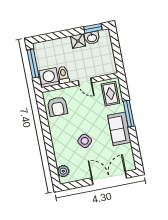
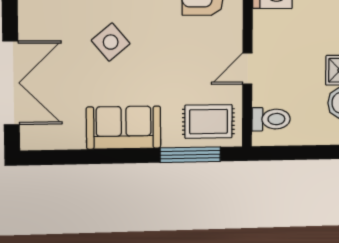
toilet: (63, 75) -> (271, 119), moved
window: (129, 114) -> (190, 155), moved

